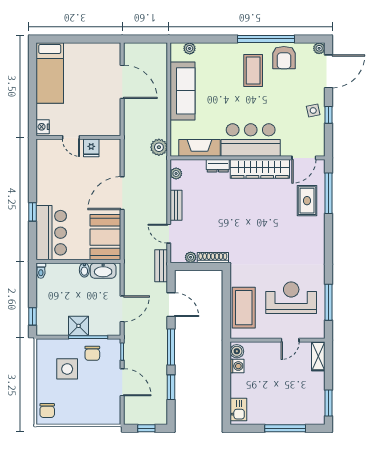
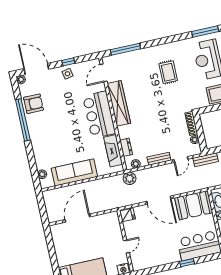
coffee table: (253, 70) -> (48, 124), removed
plant: (159, 147) -> (130, 178), moved
fridge: (91, 148) -> (127, 215), moved
door: (304, 158) -> (104, 73), swing flipped
dresser: (218, 166) -> (126, 147), moved
rug: (307, 201) -> (168, 72), moved, turned 90

